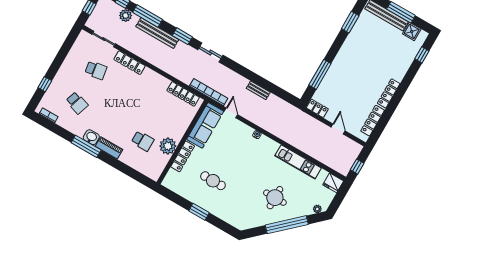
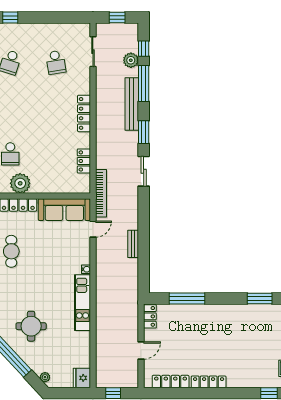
locker: (129, 63) -> (84, 113), moved
locker: (183, 94) -> (84, 161), width x0.66
kitchen unit: (298, 162) -> (82, 303), moved

